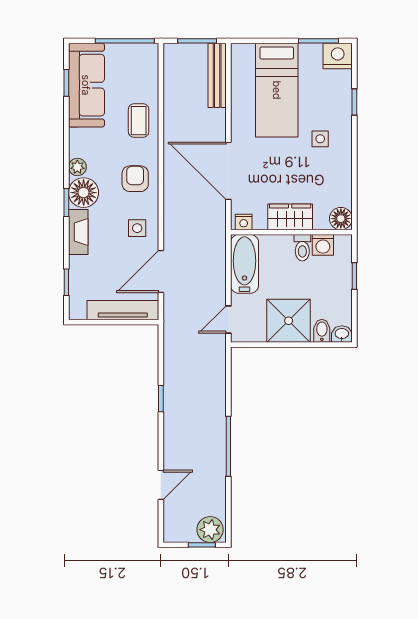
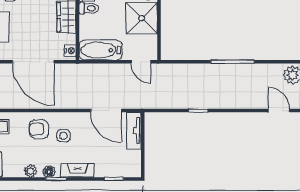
door: (228, 171) -> (33, 62), hinge flipped
floor lamp: (84, 193) -> (49, 172), width x0.53, depth x0.53
side table: (137, 228) -> (64, 136), moved
tv unit: (123, 310) -> (134, 131), width x0.71
door: (161, 485) -> (279, 111), moved

